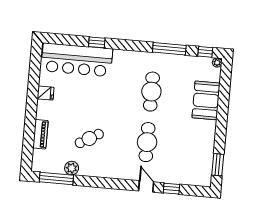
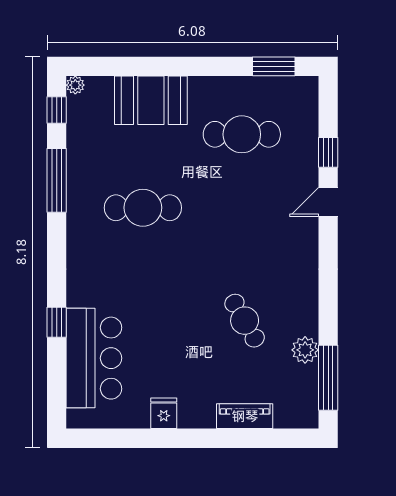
bar counter: (77, 60) -> (94, 358), width x0.73
cafe table: (147, 142) -> (242, 134), moved

